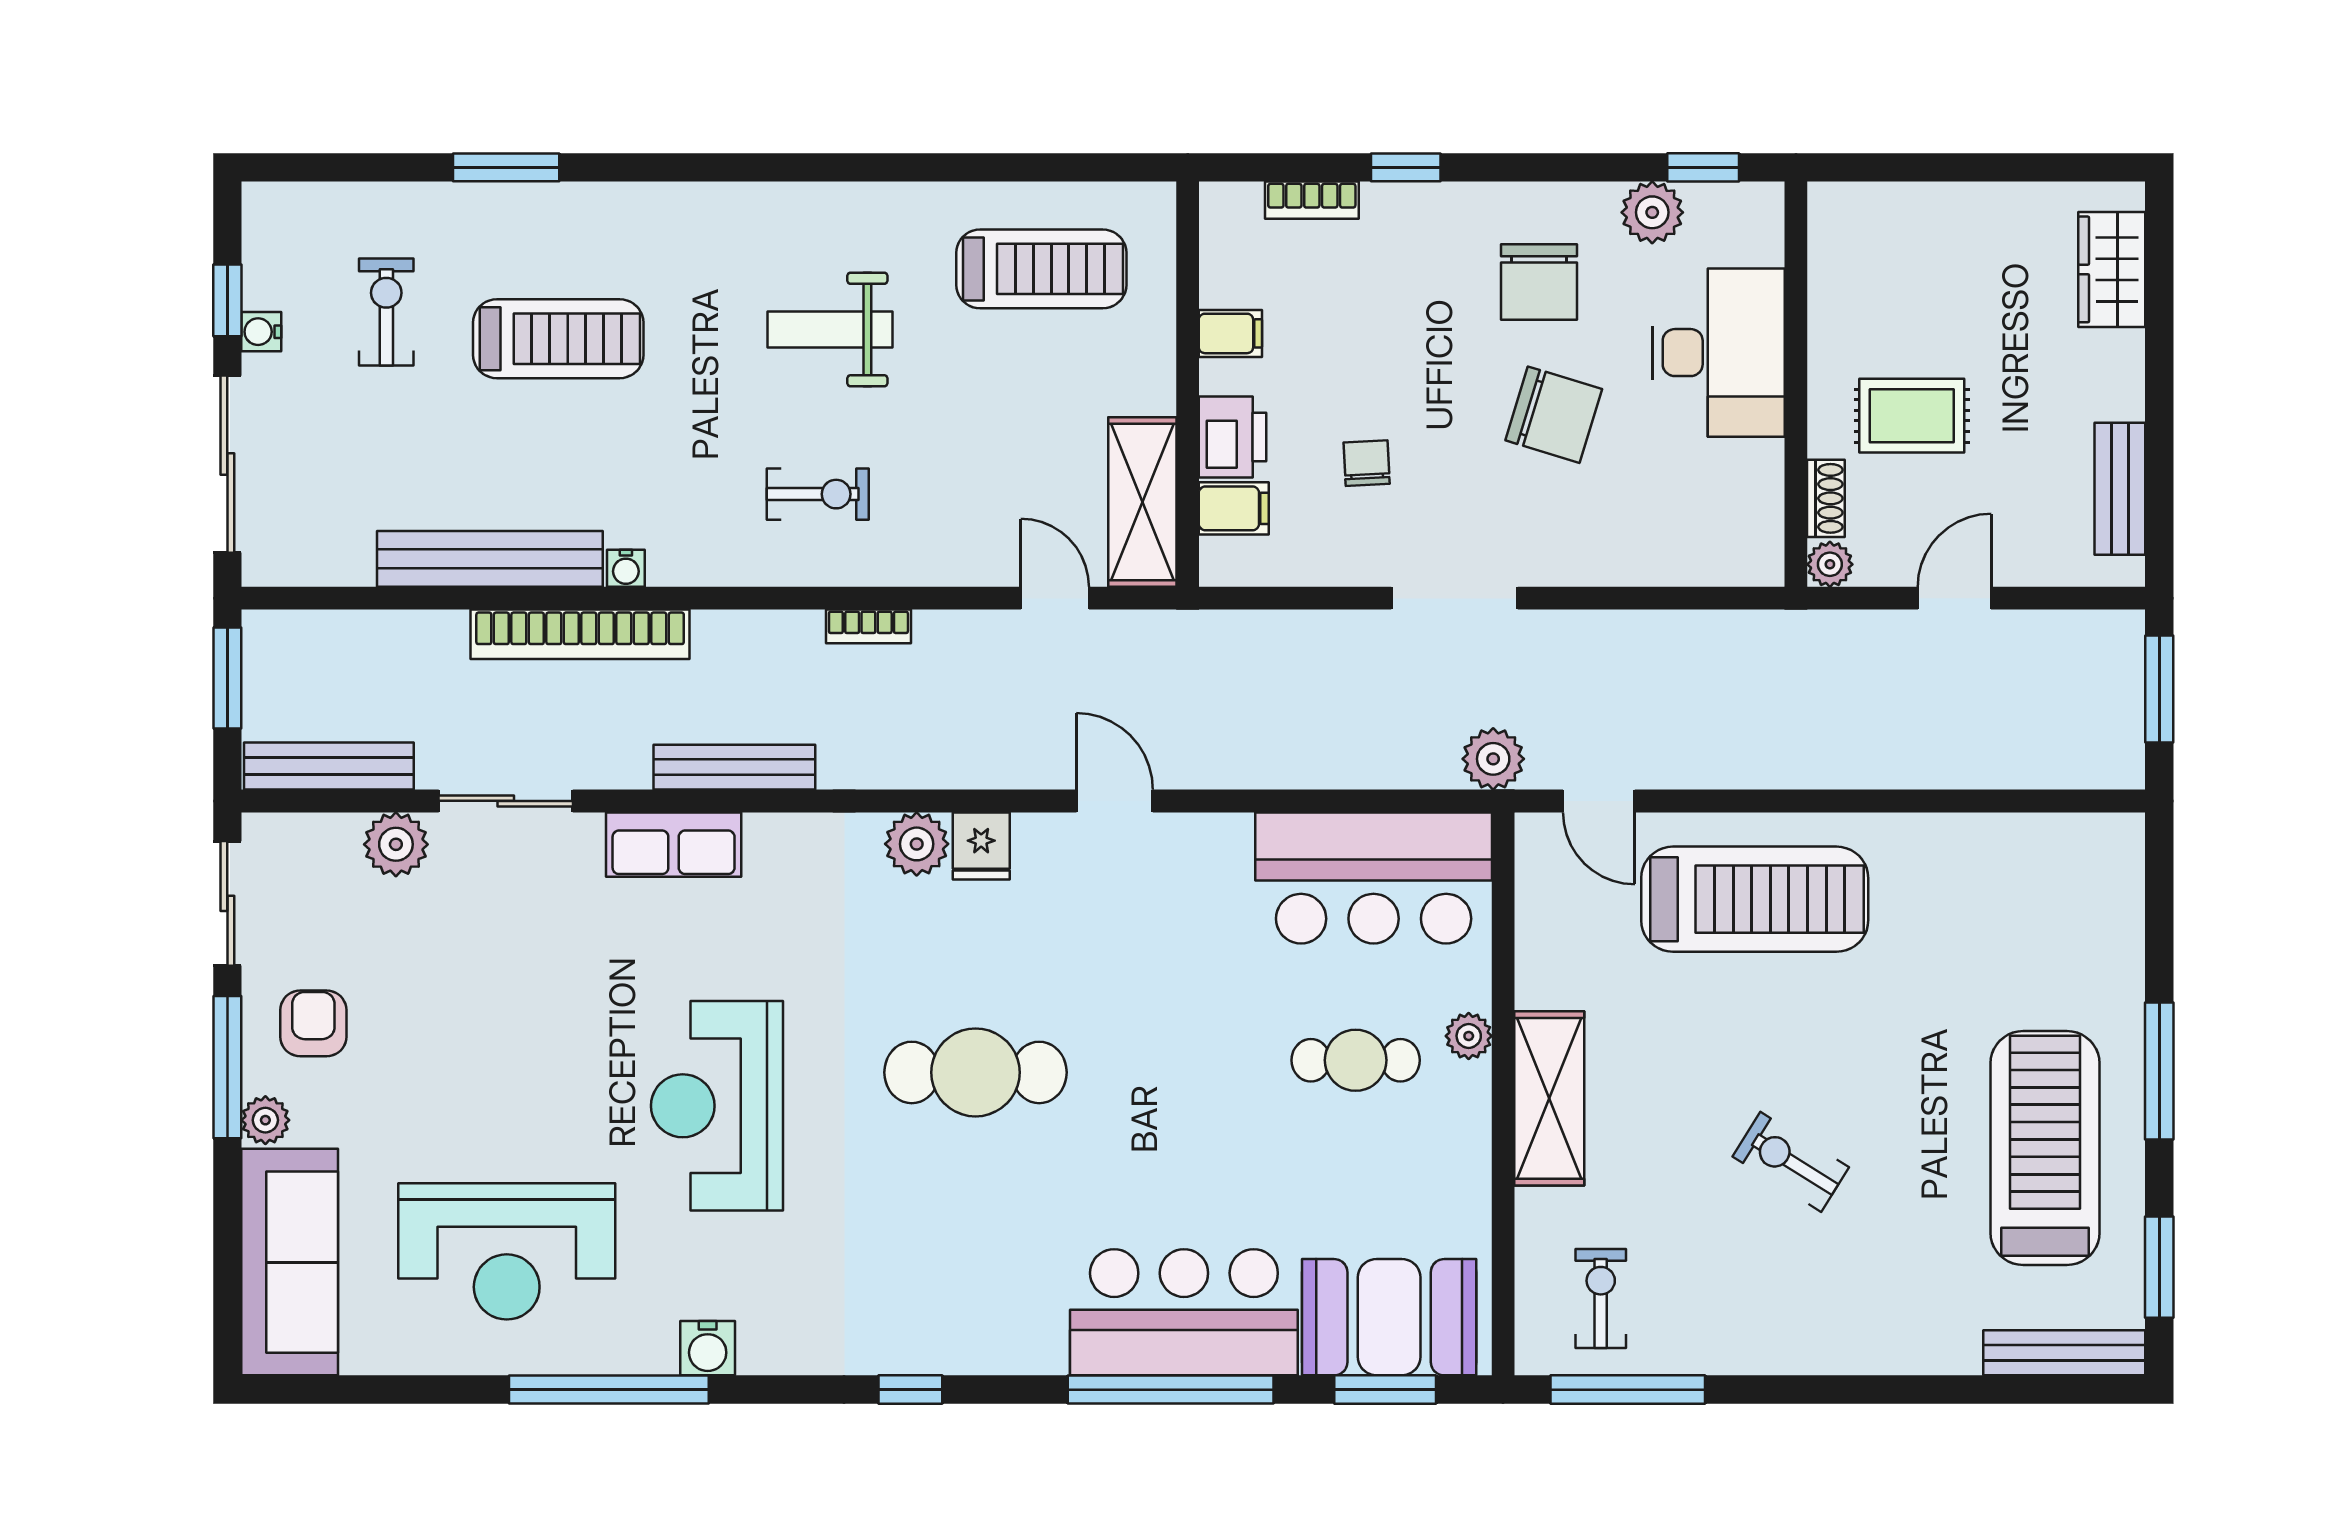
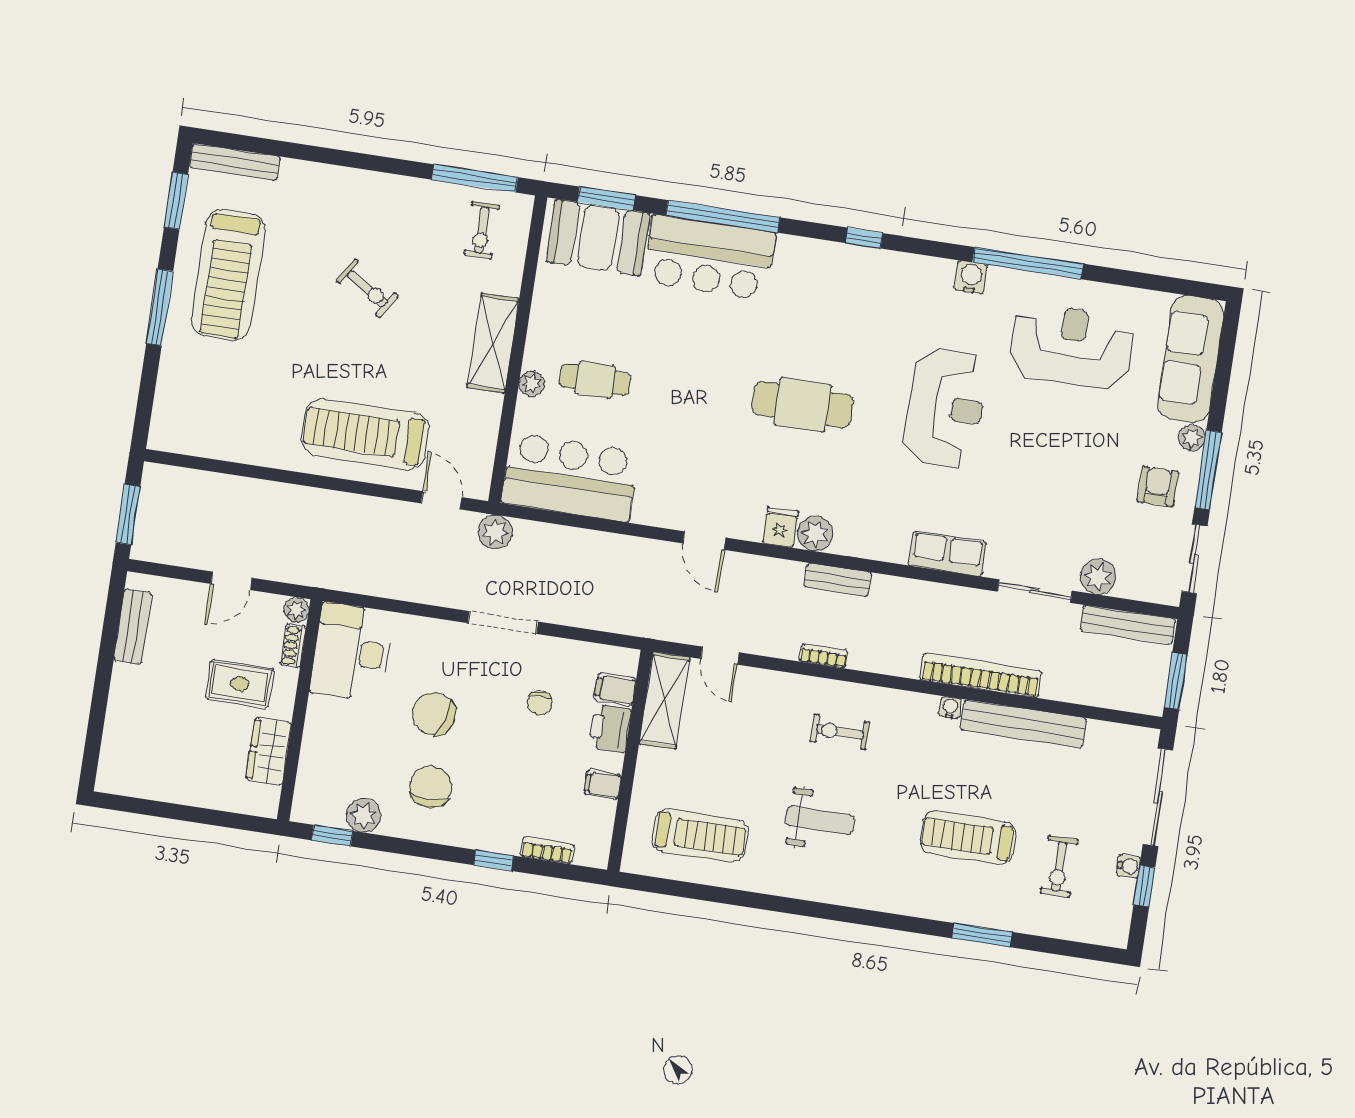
treadmill: (1041, 269) -> (700, 835), turned 180
wardrobe: (2112, 269) -> (269, 751), moved, turned 180
desk: (1718, 353) -> (352, 652), moved
bench: (734, 767) -> (838, 580), moved, width x0.73
armchair: (313, 1023) -> (1158, 486), turned 180

